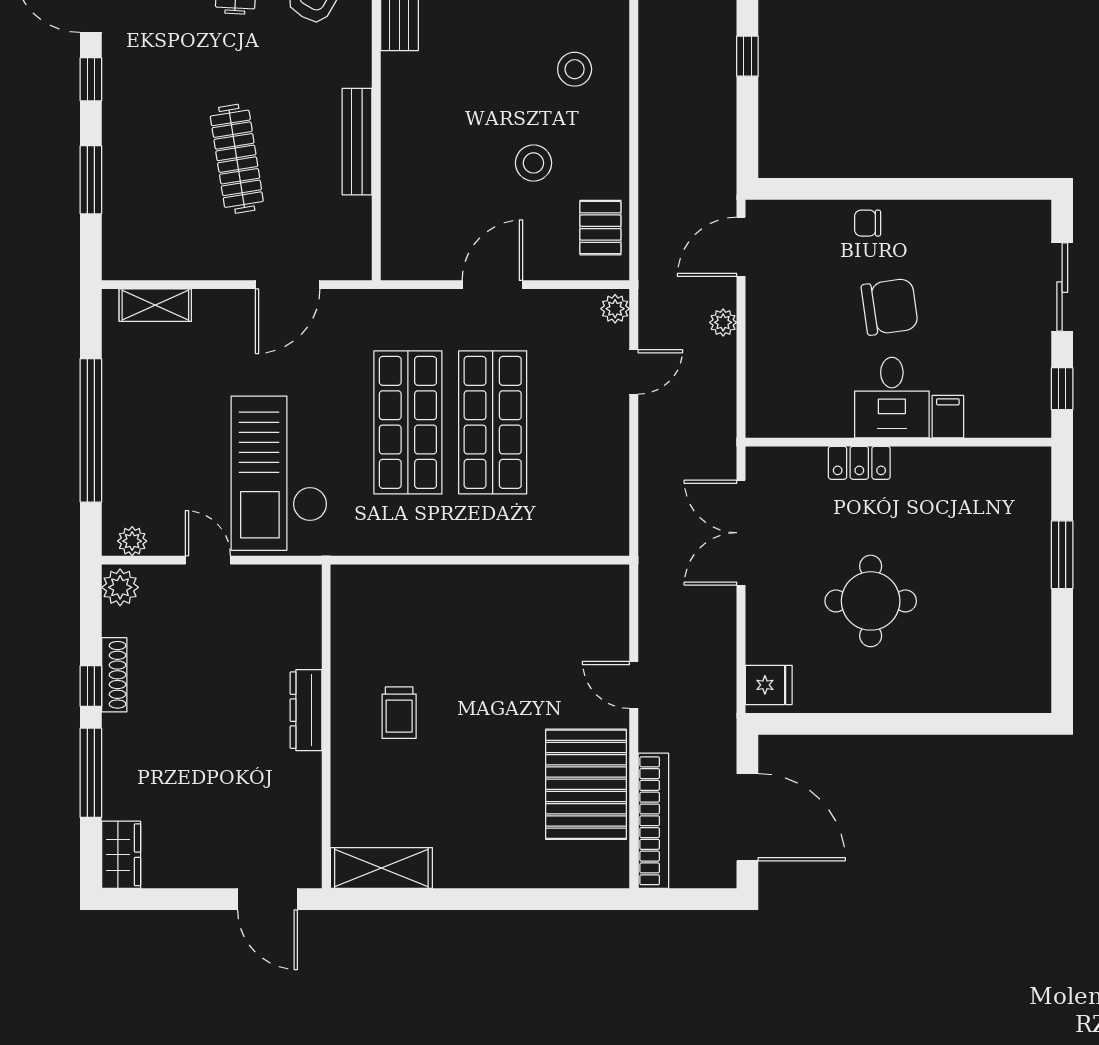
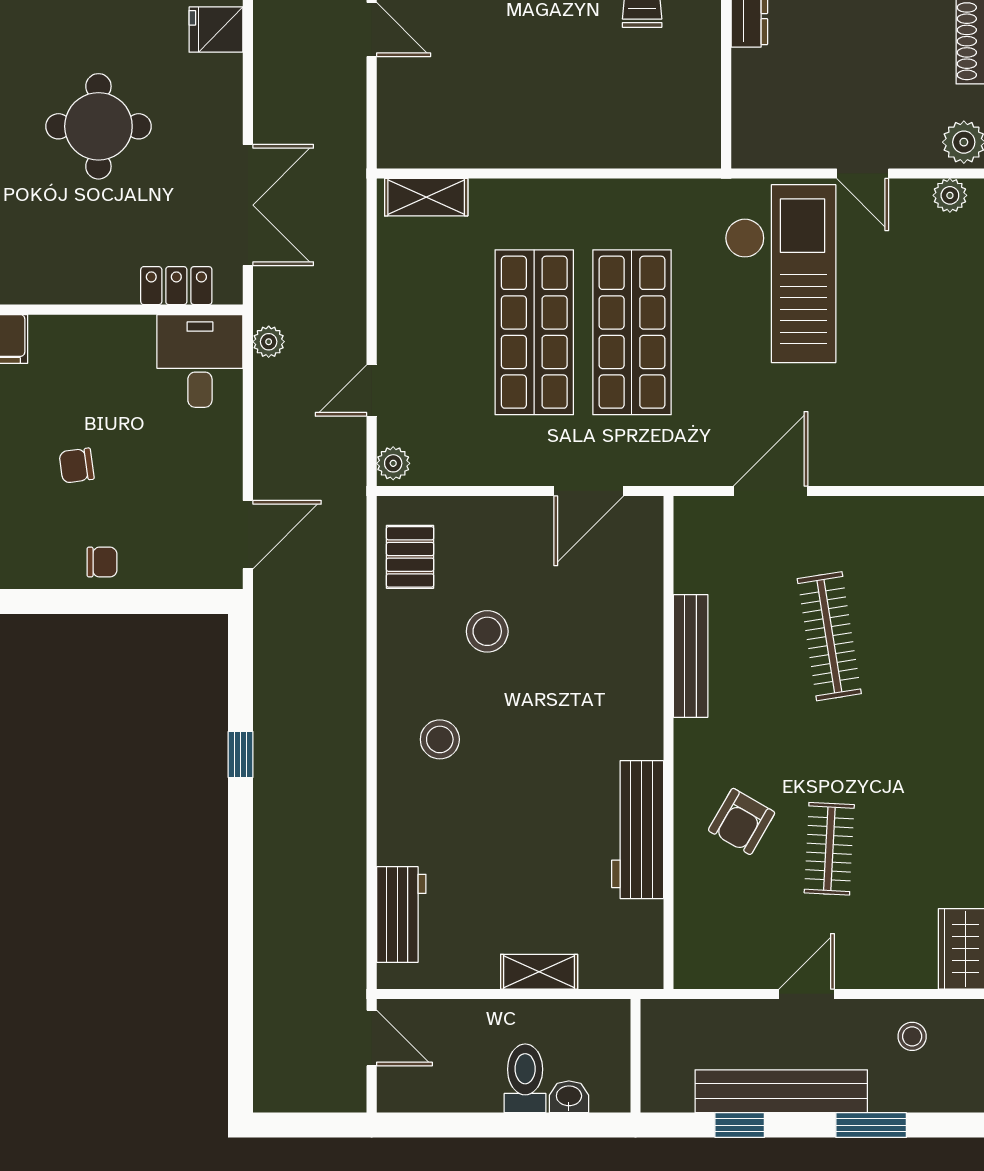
door: (492, 285) -> (589, 491), moved
shelving: (155, 305) -> (426, 197), moved
chair: (890, 307) -> (77, 466), width x0.54, depth x0.54
plant: (723, 322) -> (269, 342), moved
desk: (892, 398) -> (200, 361), moved
locker: (859, 463) -> (176, 286), moved

